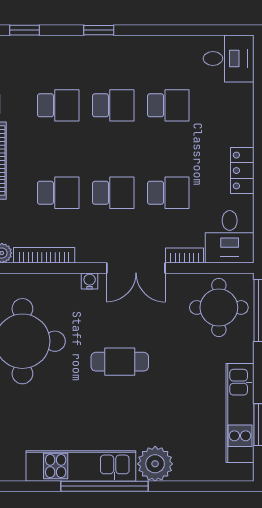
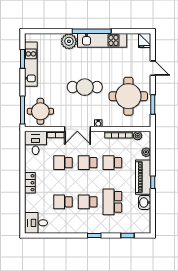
school desk: (58, 105) -> (112, 202), width x1.85
locker: (242, 171) -> (30, 183), moved
double door: (136, 268) -> (77, 129), swing flipped
cafe table: (120, 362) -> (85, 87), width x1.37, depth x1.35

